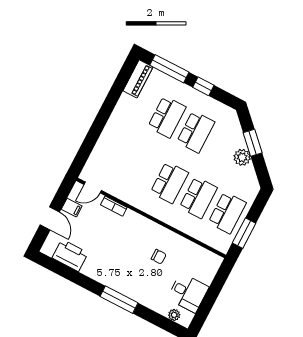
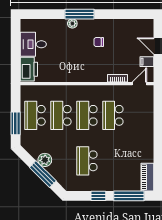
school desk: (167, 117) -> (113, 115), moved
window: (253, 143) -> (43, 174), width x1.44
window: (244, 233) -> (16, 123), moved
printer: (70, 255) -> (29, 69), moved, turned -90
chair: (159, 257) -> (99, 42), moved
plant: (174, 315) -> (72, 24), moved

